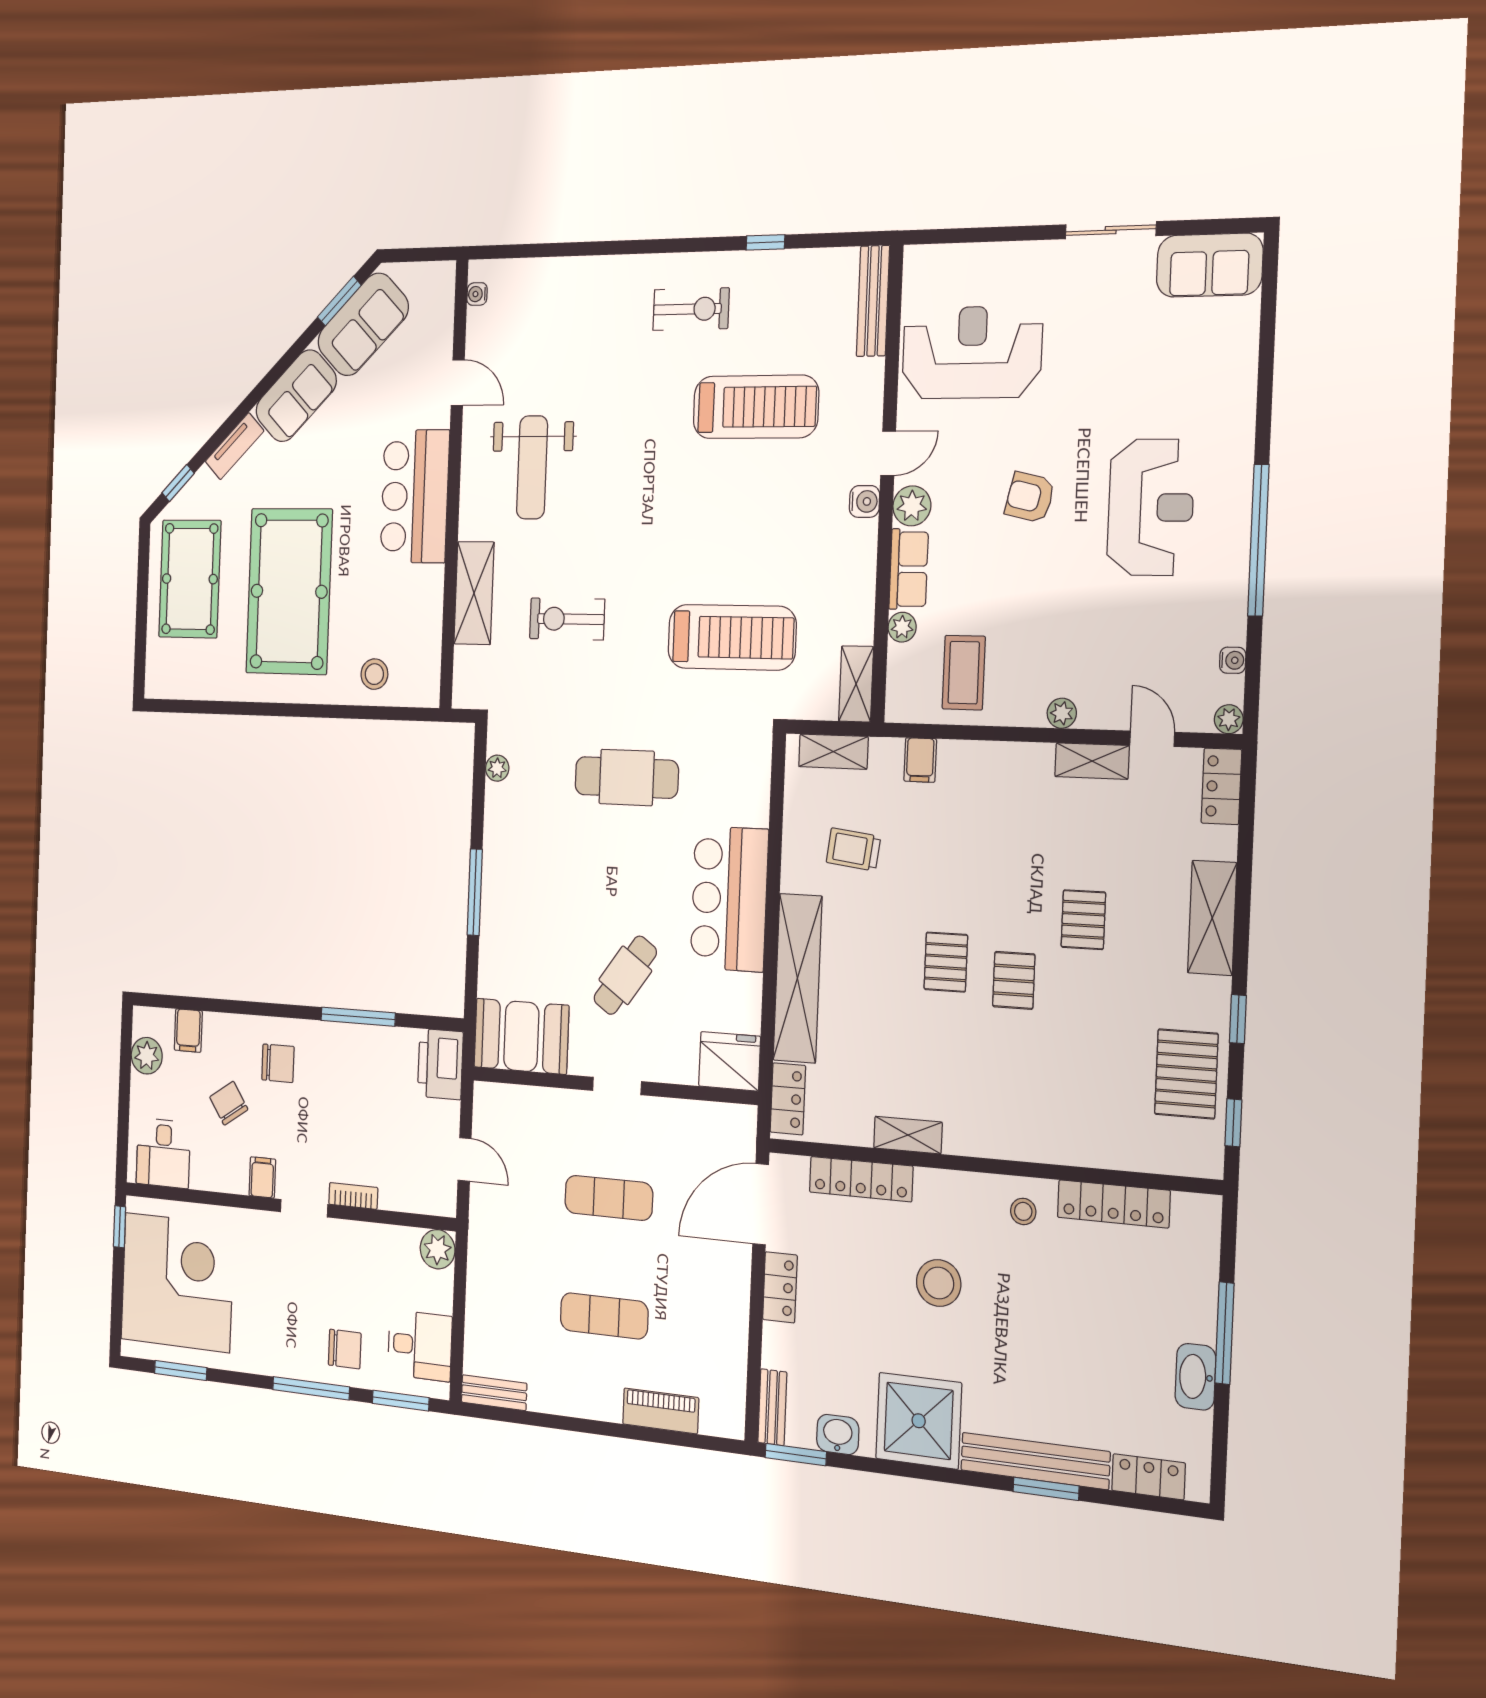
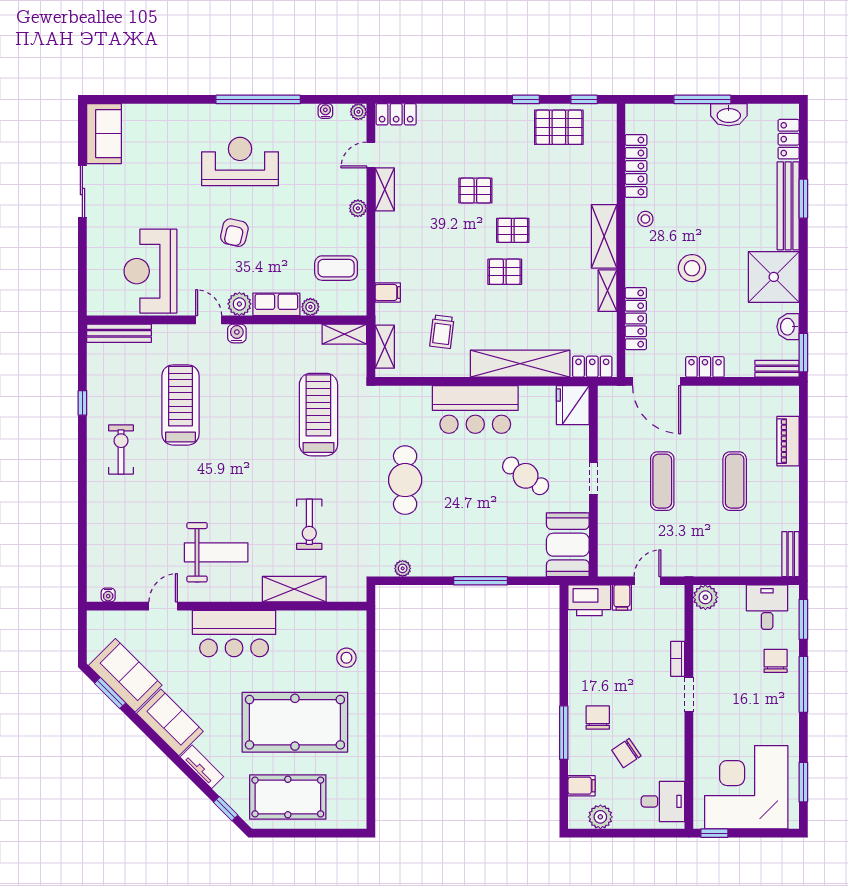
shelving: (1212, 918) -> (604, 236), moved, turned 90
window: (358, 1017) -> (564, 733), moved
filing cabinet: (262, 1177) -> (622, 598), moved, turned -90

